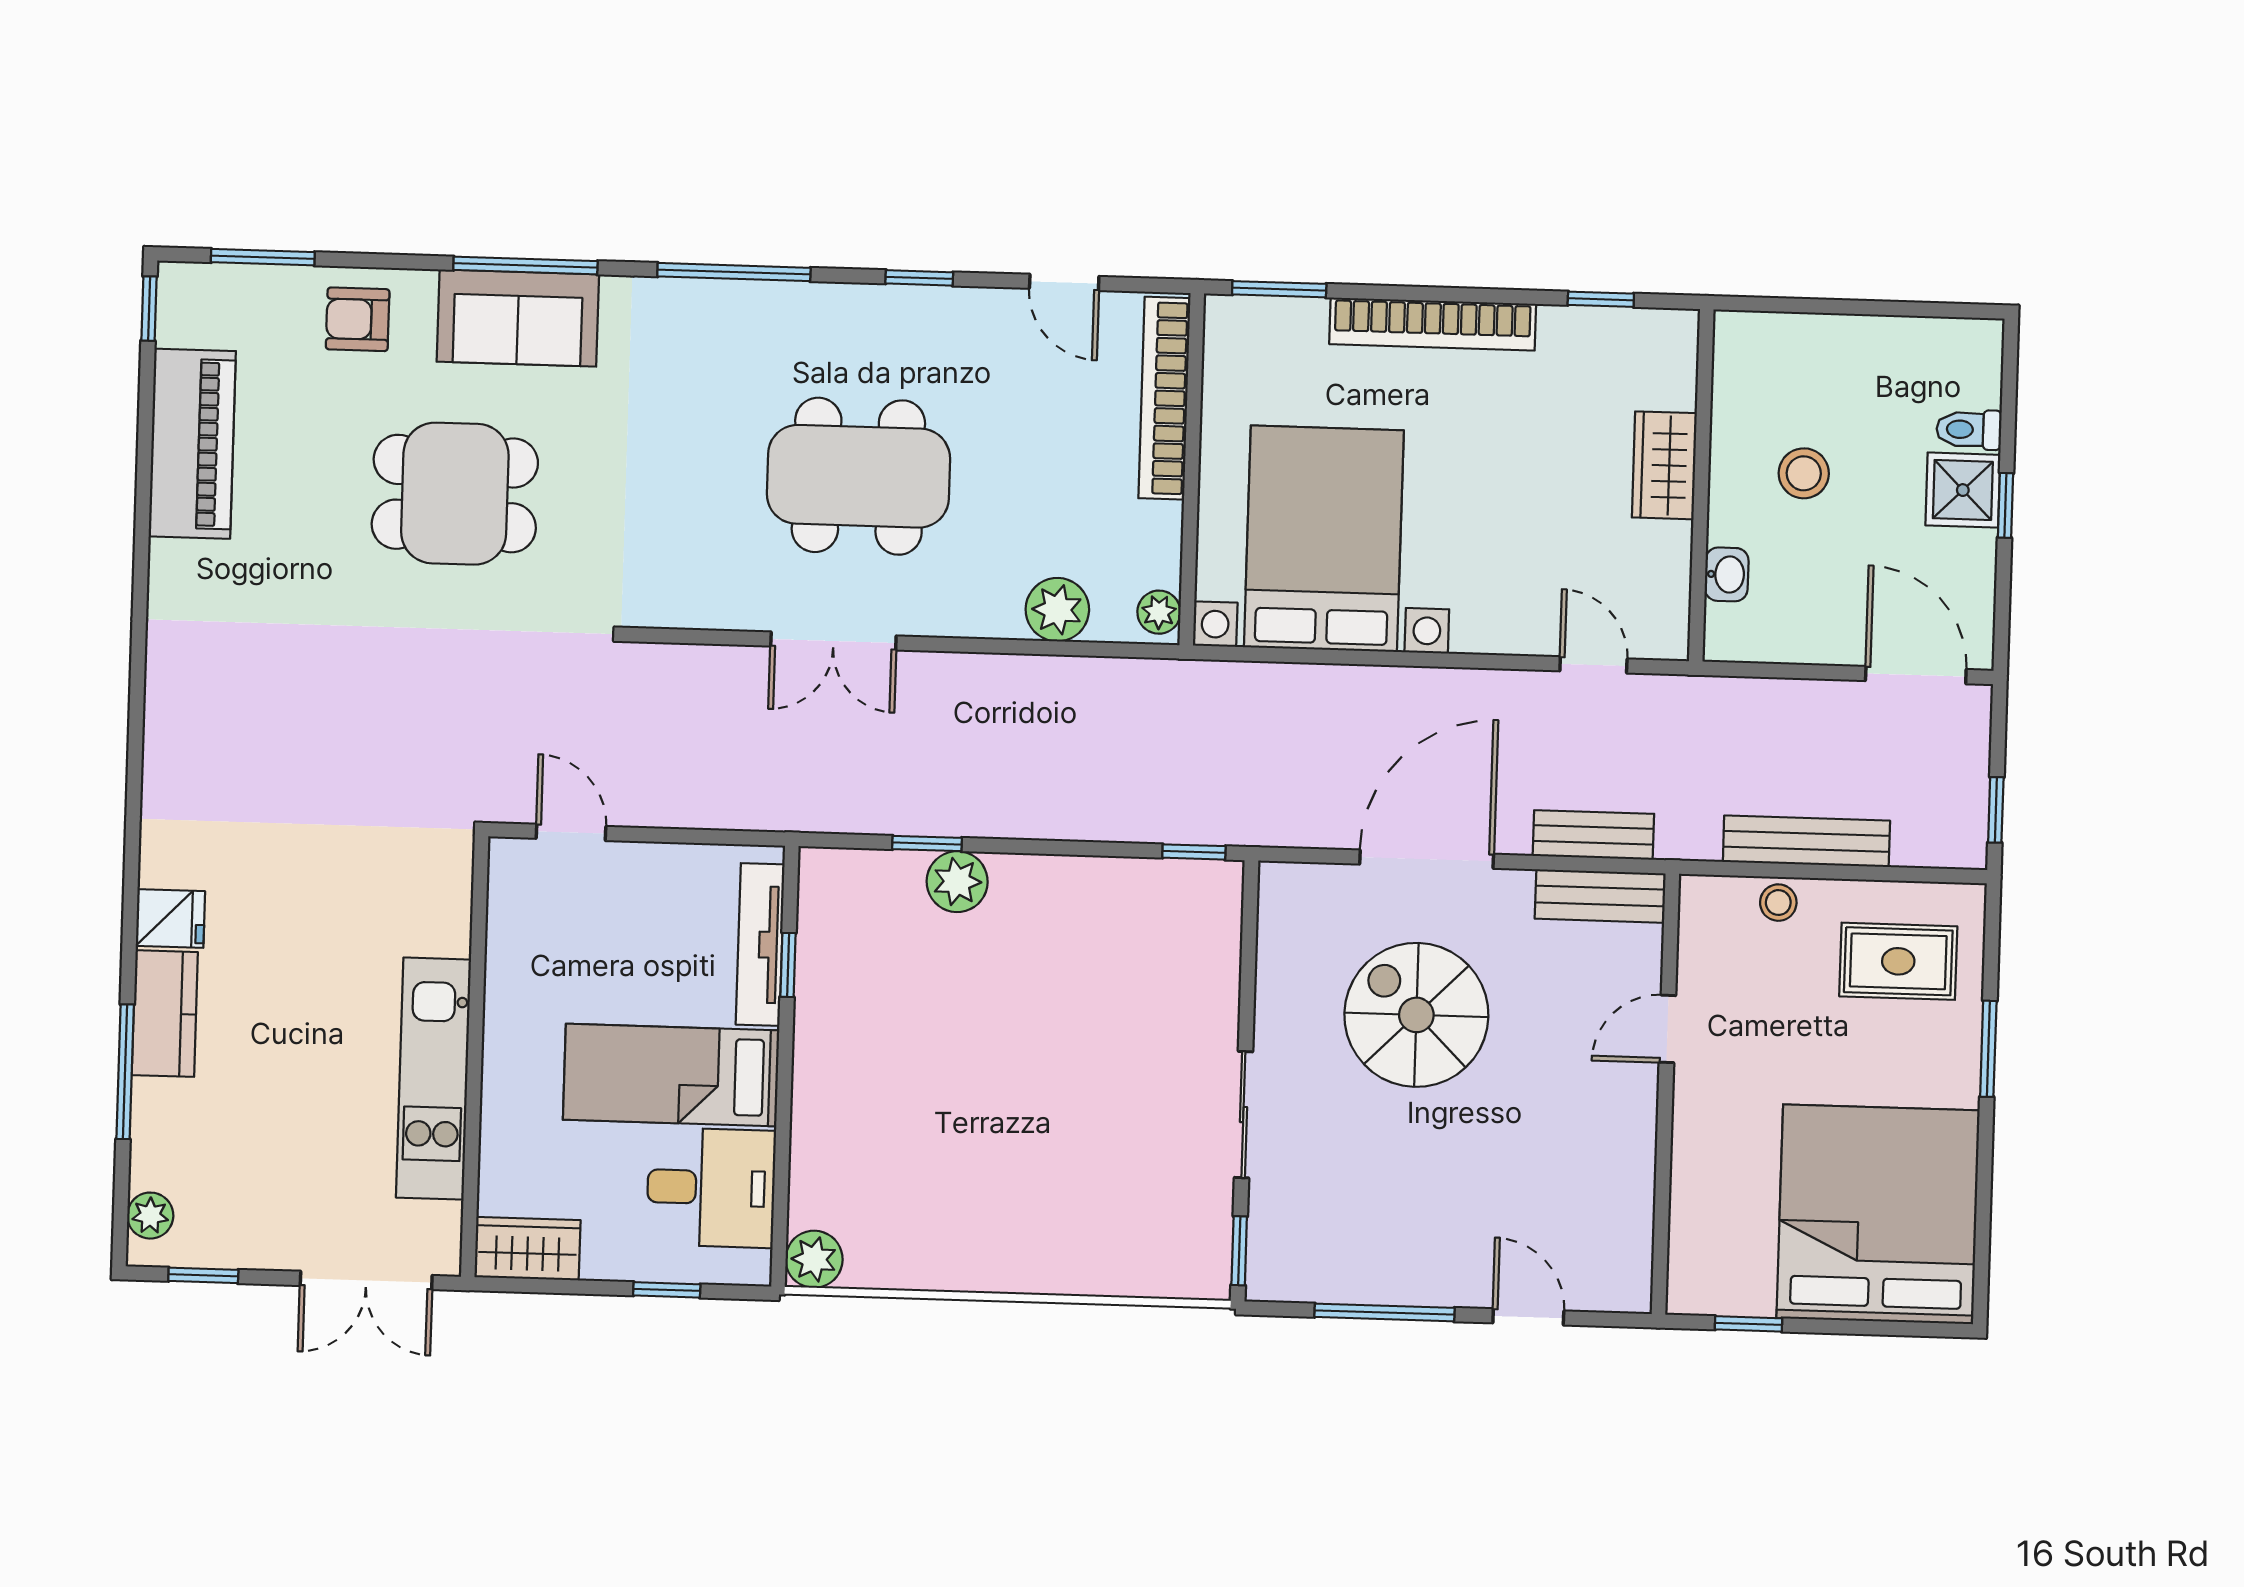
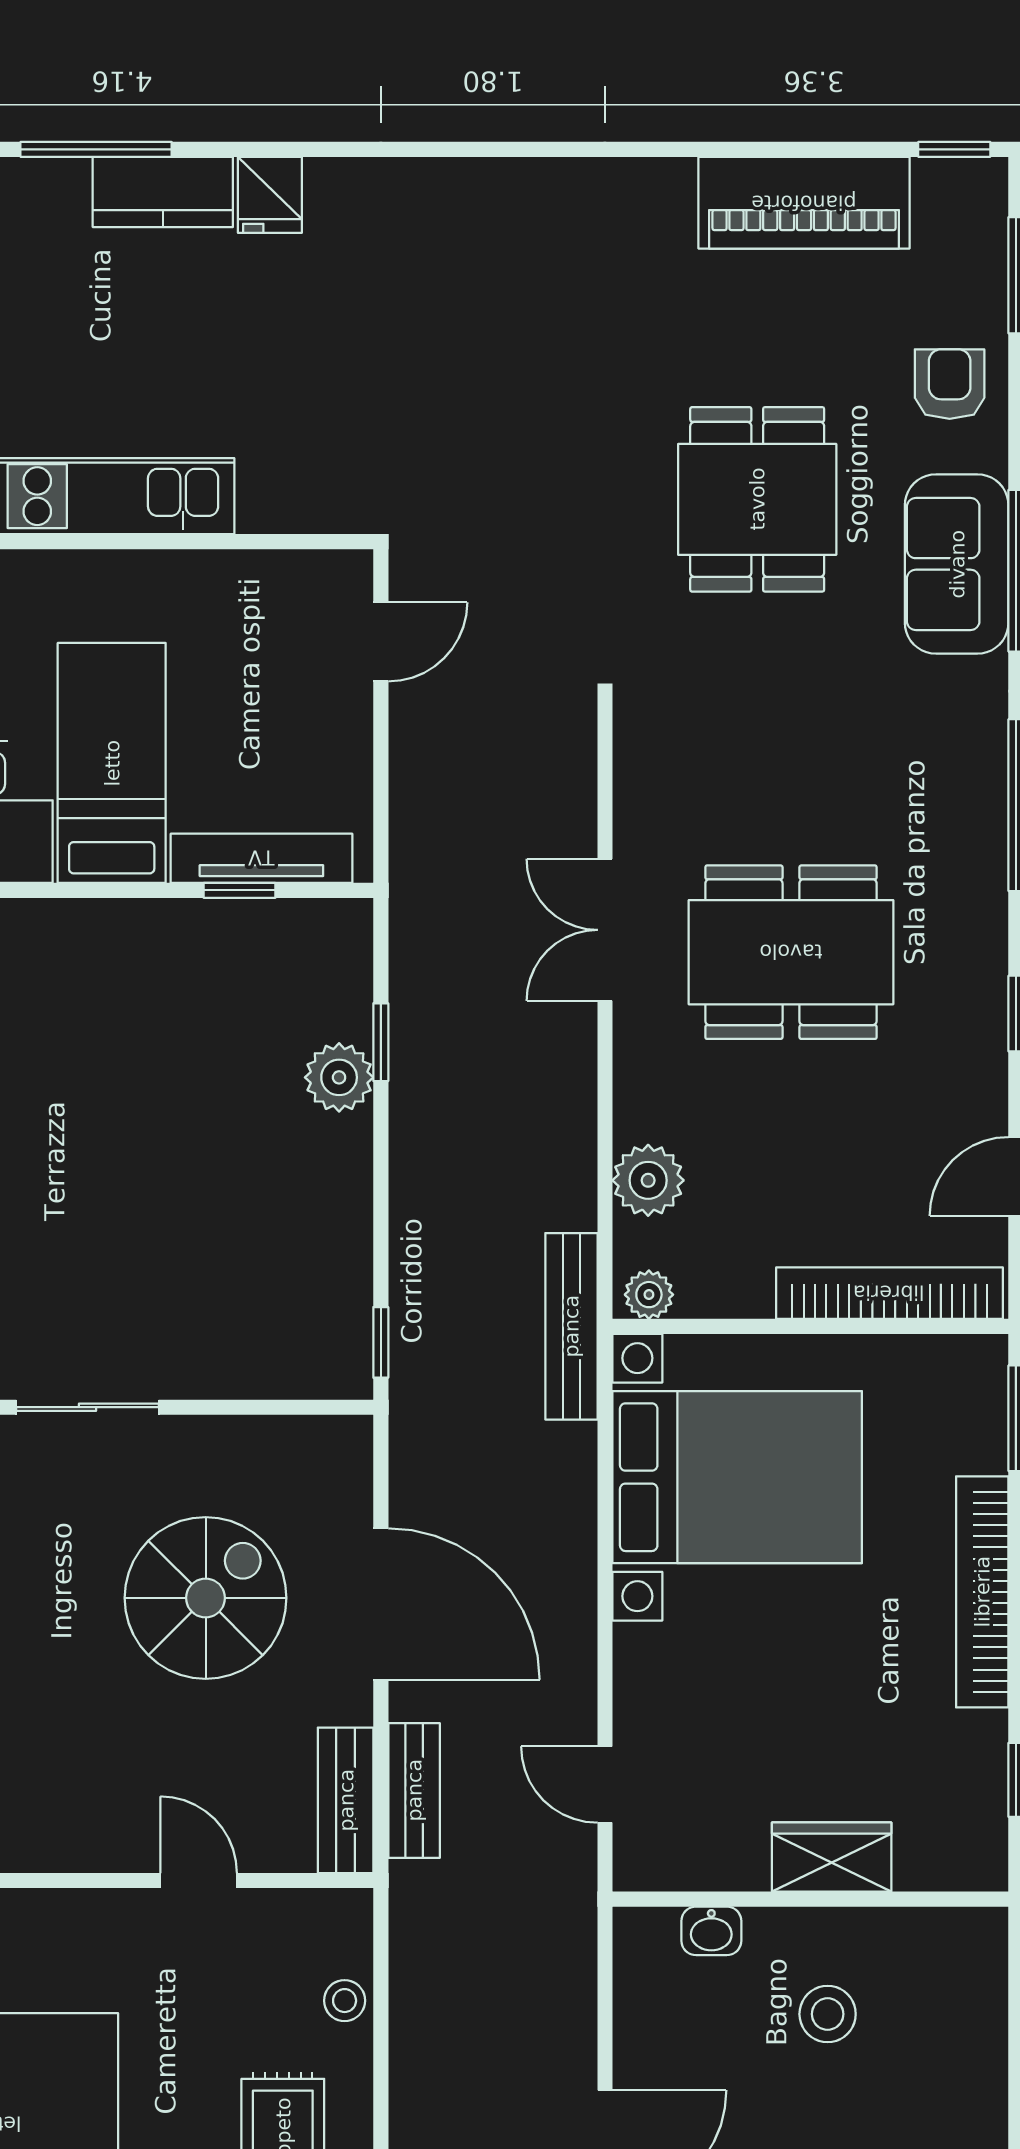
dining table: (858, 476) -> (791, 952), turned 90
door: (1593, 665) -> (605, 1785), swing flipped
bench: (1806, 841) -> (571, 1326), moved

